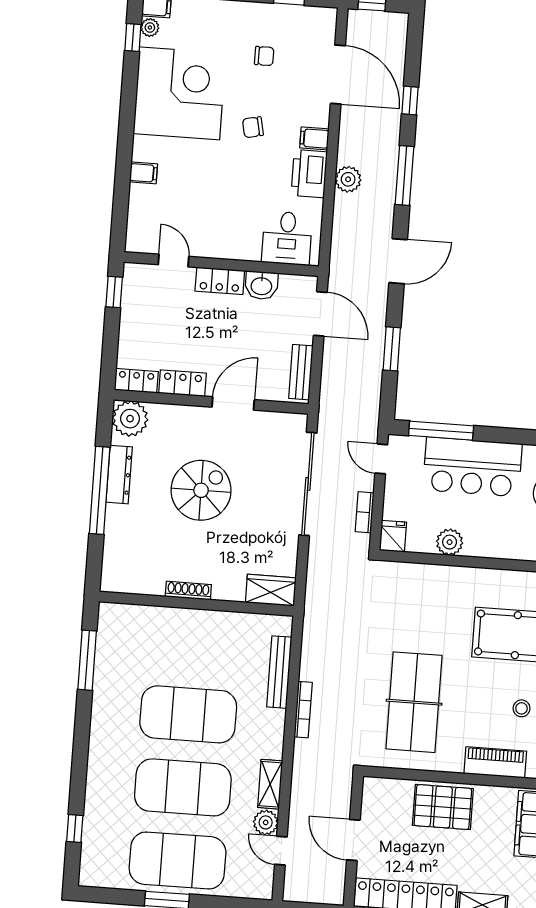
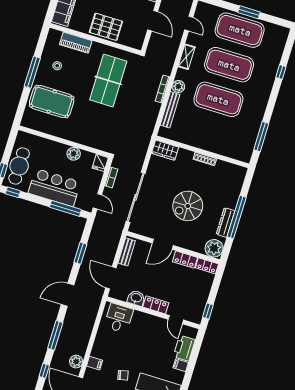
printer: (309, 174) -> (184, 348), moved, turned 180
plant: (348, 179) -> (76, 362), moved
plant: (266, 822) -> (178, 86), moved
window: (75, 828) -> (281, 72), moved

